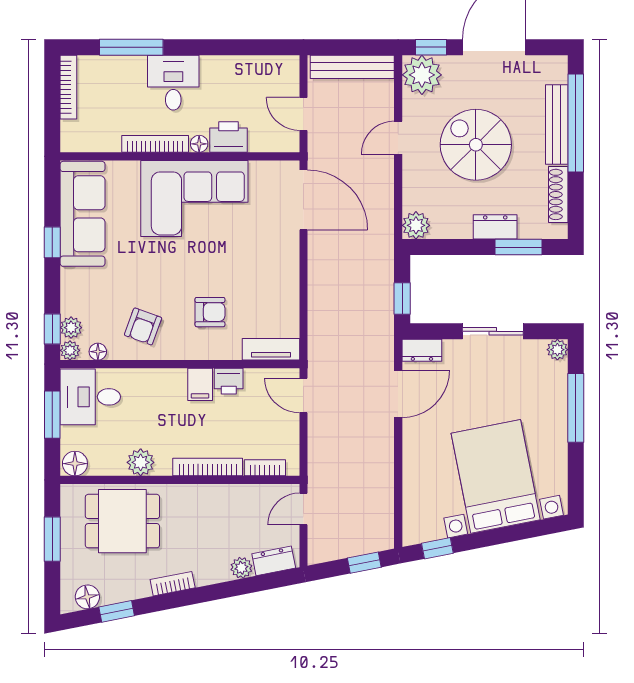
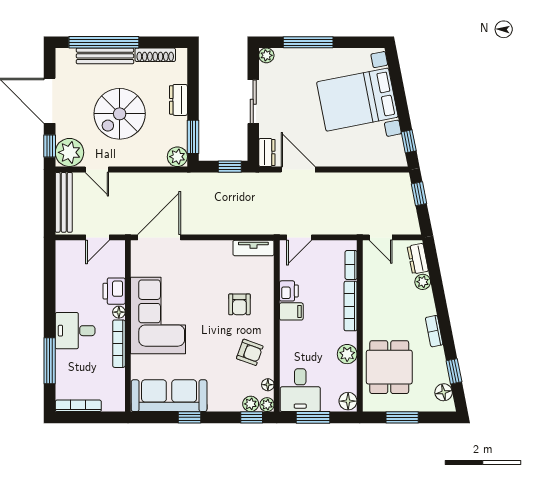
door: (398, 138) -> (97, 169), moved
window: (519, 247) -> (193, 137), moved
armchair: (210, 312) -> (239, 304), turned 180
tv unit: (271, 349) -> (253, 248), moved, turned -90

